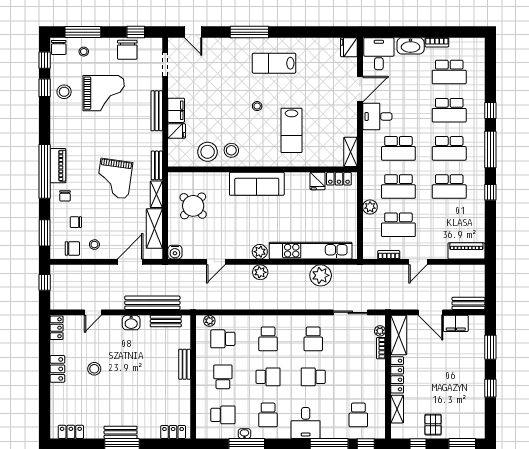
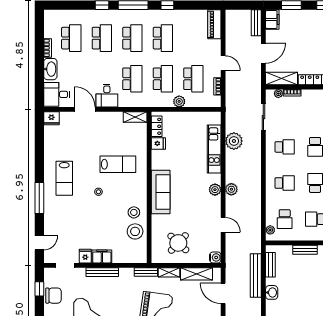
fridge: (177, 131) -> (85, 256), moved
kitchen unit: (311, 251) -> (214, 149), width x0.73
filing cabinet: (456, 323) -> (272, 20), moved

